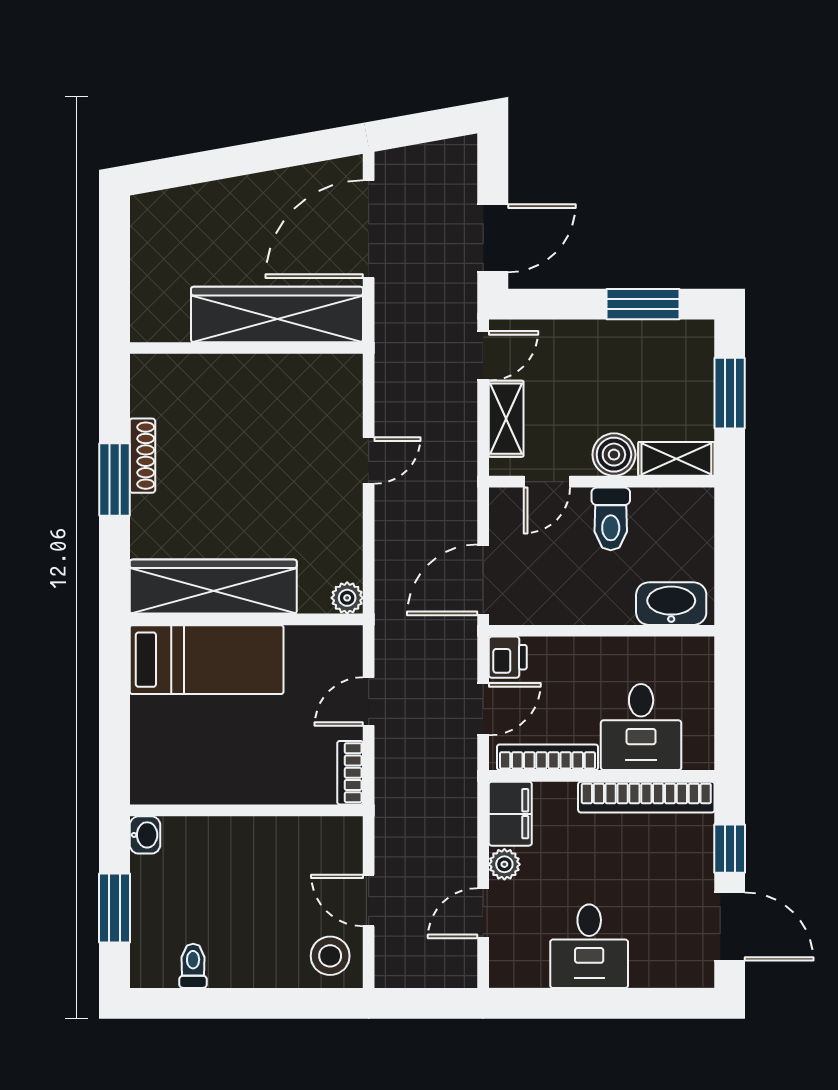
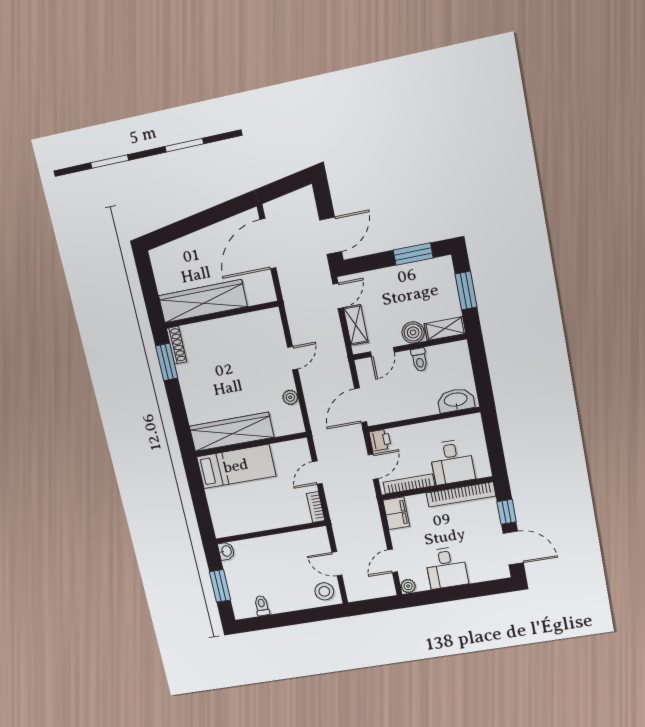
wardrobe: (277, 314) -> (203, 301), moved
shoe rack: (142, 456) -> (176, 345), moved
window: (114, 480) -> (167, 362), moved
toilet: (611, 519) -> (419, 360), width x0.73, depth x0.72
plant: (347, 598) -> (290, 397), moved
plant: (504, 864) -> (408, 586), moved

